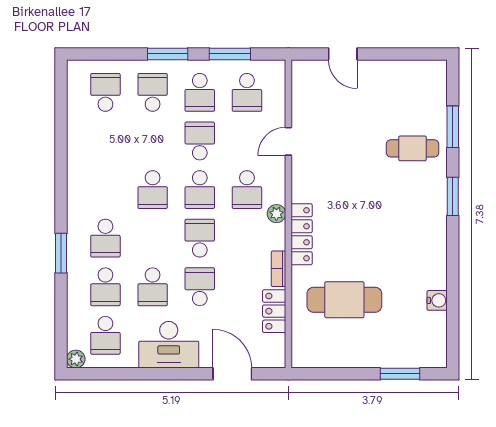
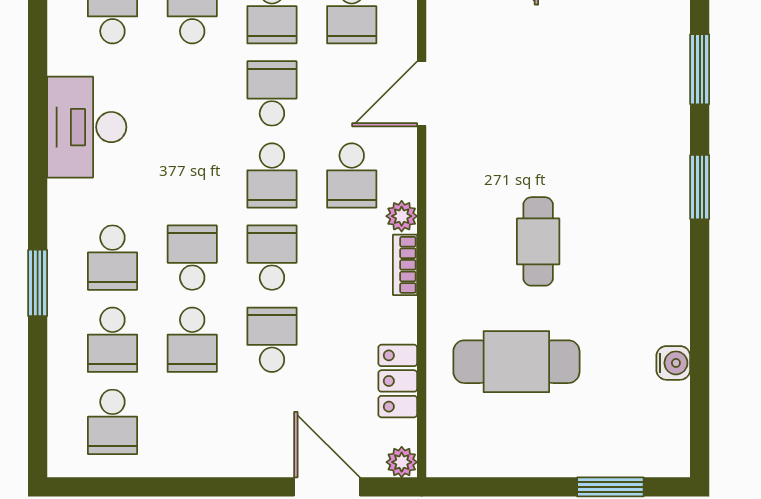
door: (288, 141) -> (422, 94), width x1.38
cafe table: (412, 148) -> (538, 241), moved, turned 90
school desk: (153, 190) -> (192, 258), moved, turned 180
locker: (302, 234) -> (444, 251), removed
bookcase: (279, 269) -> (405, 265), moved
desk: (169, 345) -> (87, 127), moved, turned 90
plant: (76, 359) -> (402, 462), moved

